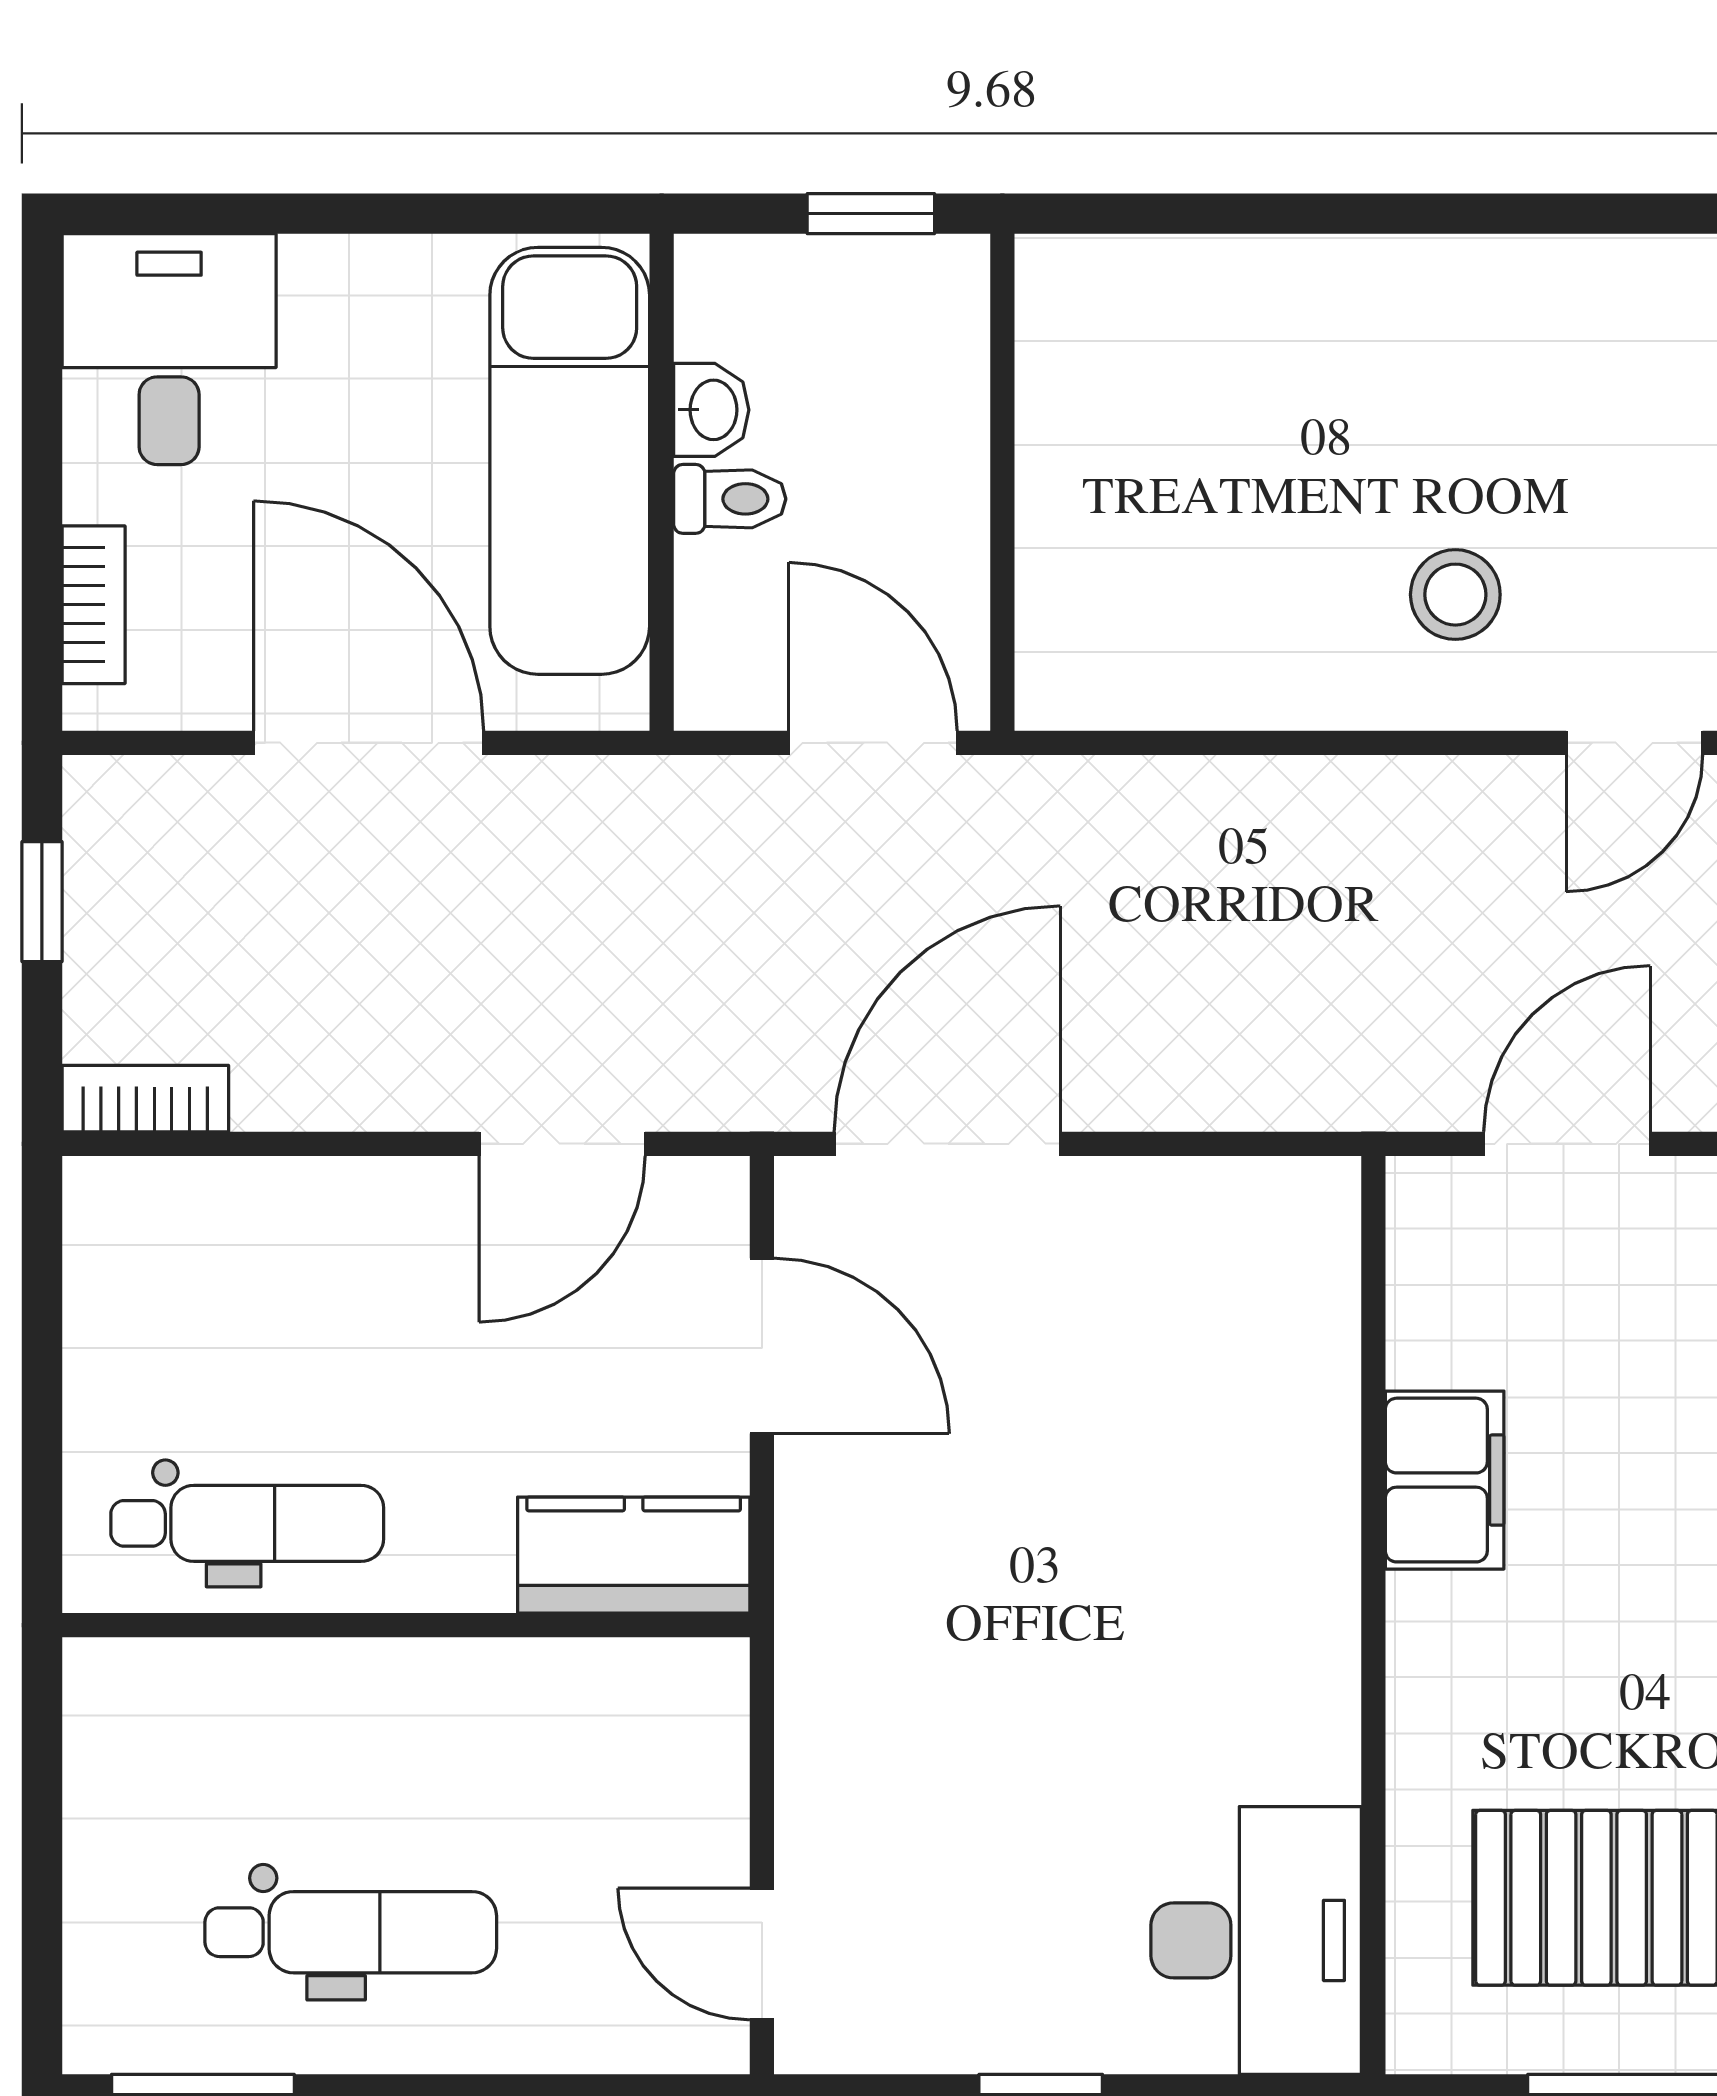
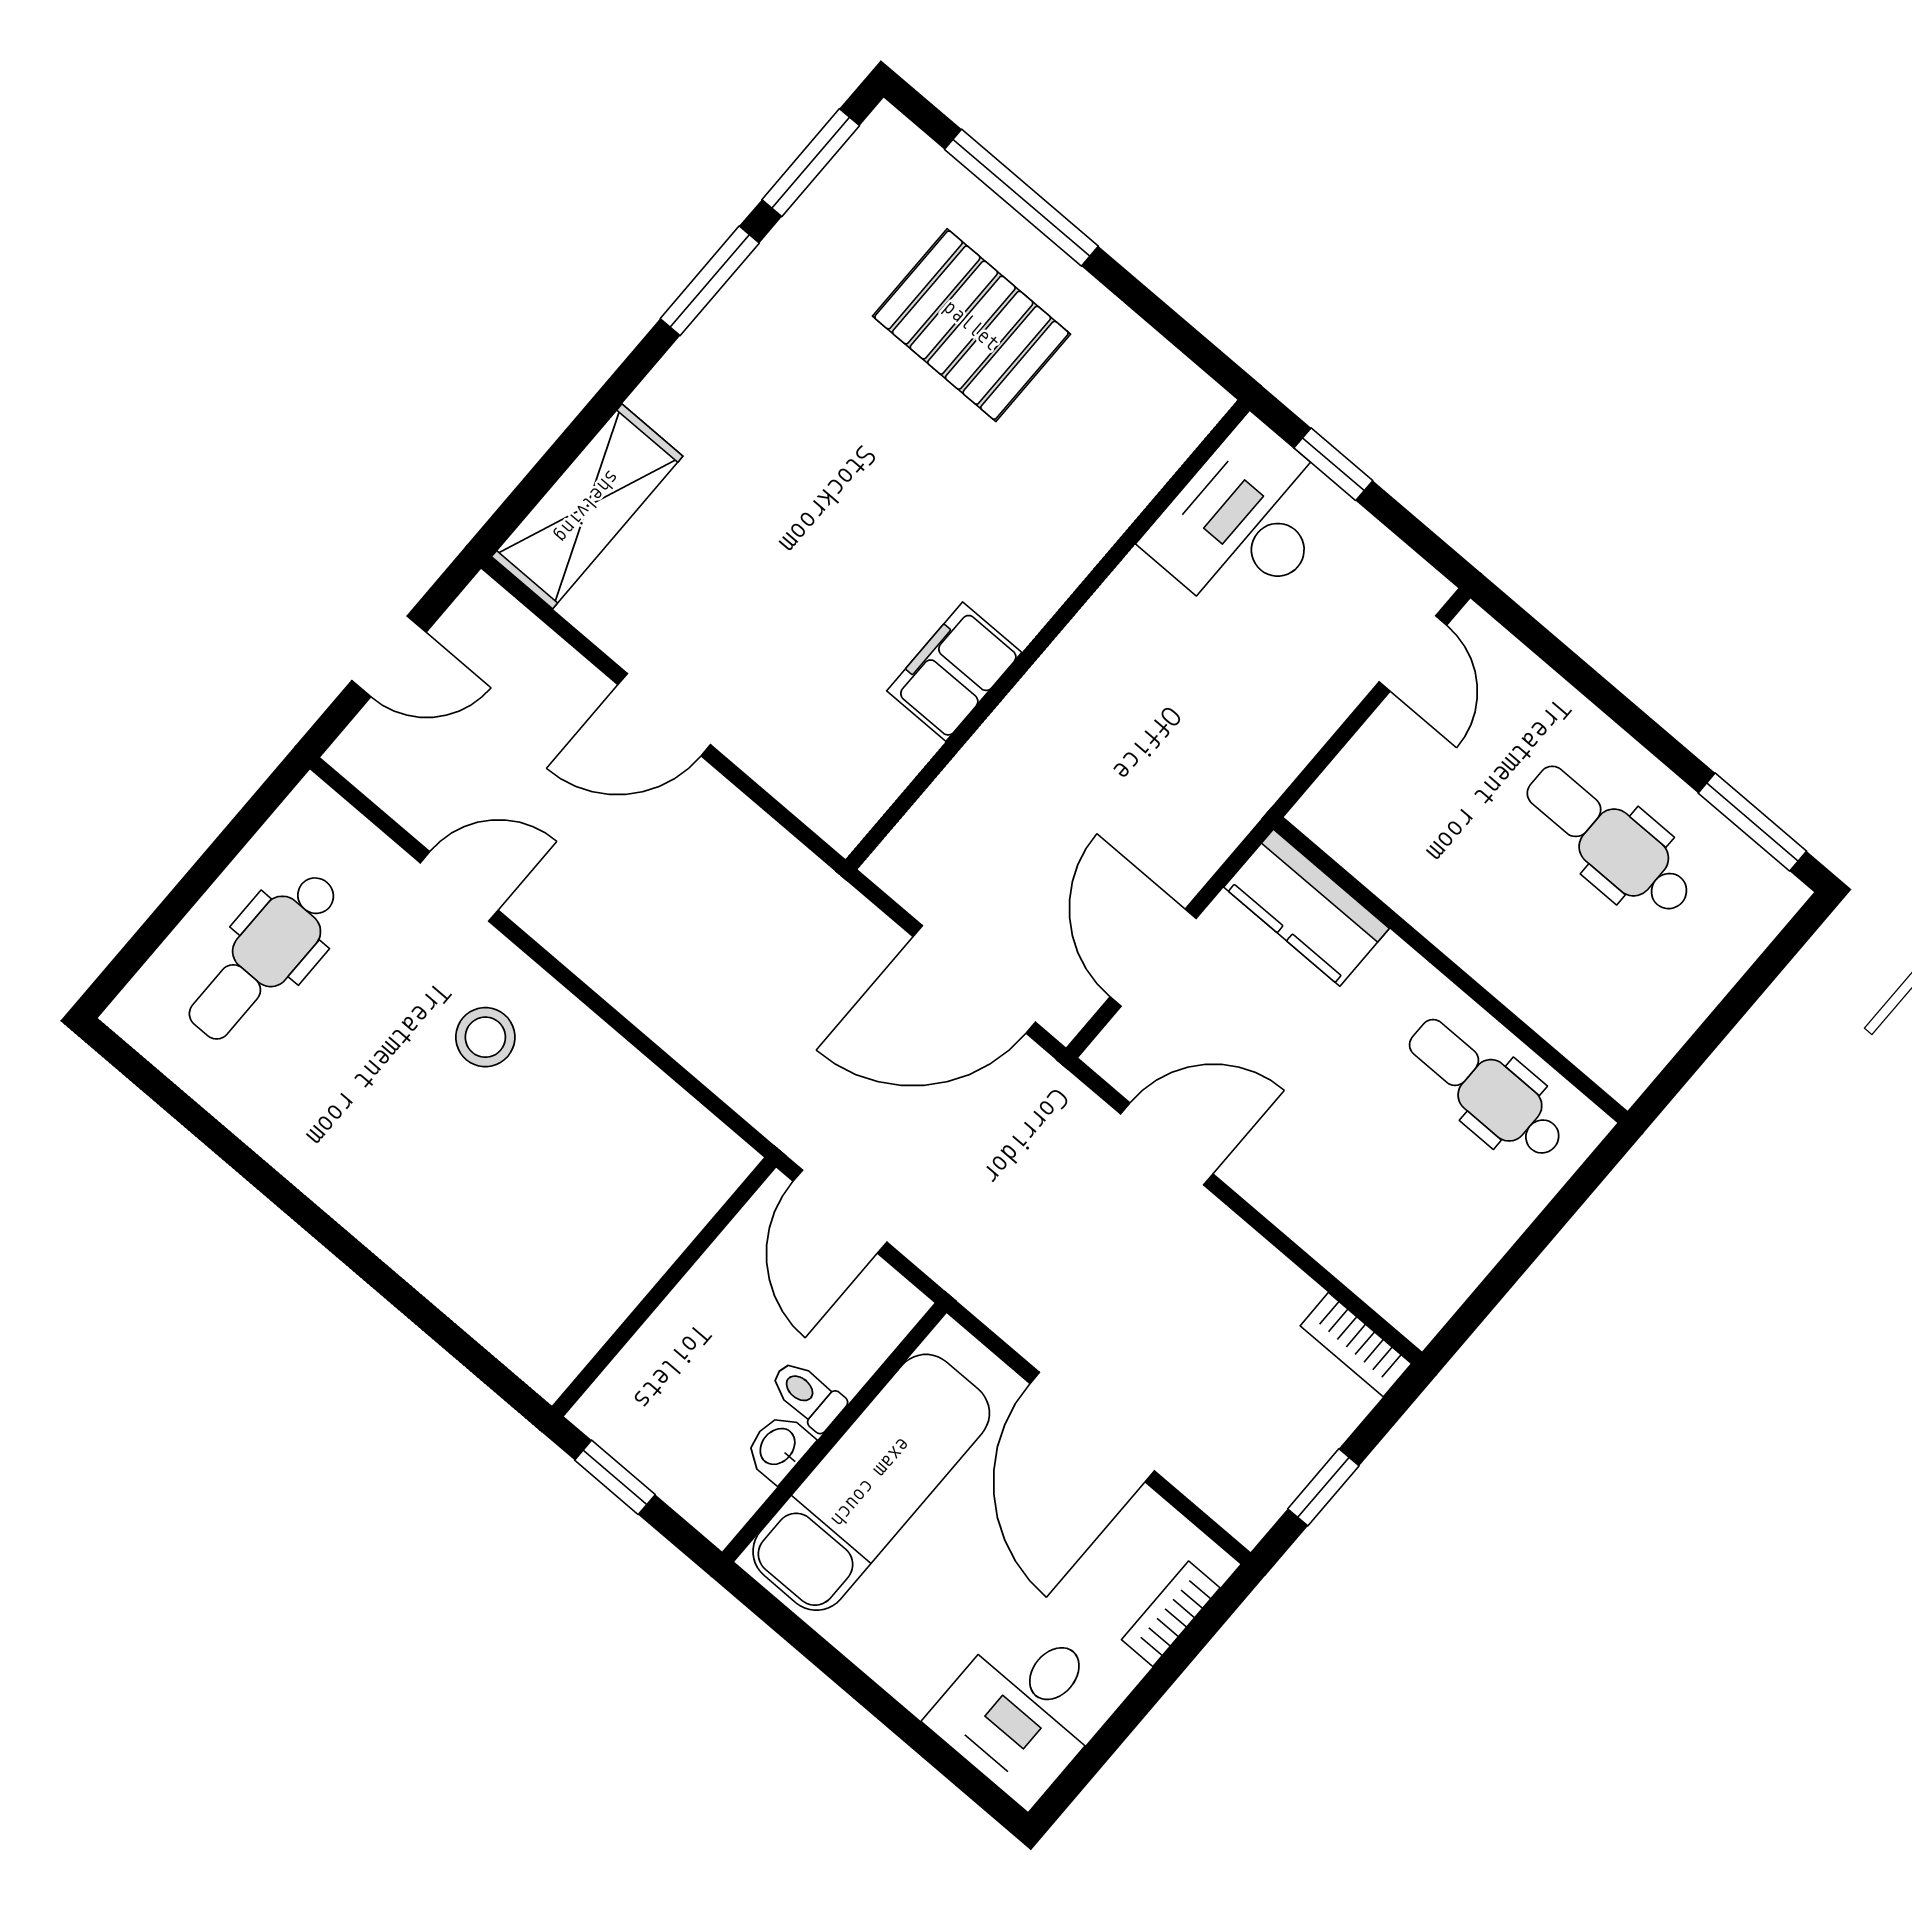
filing cabinet: (1445, 1480) -> (954, 672), moved
wall: (1373, 1615) -> (1048, 635), moved
desk: (1256, 1940) -> (1245, 522), moved

